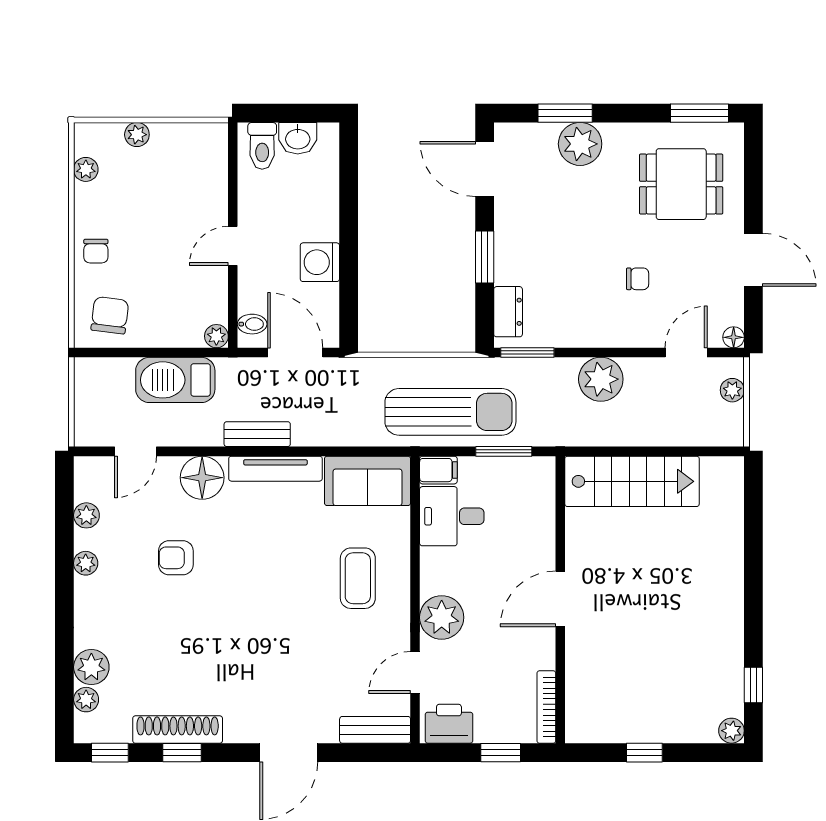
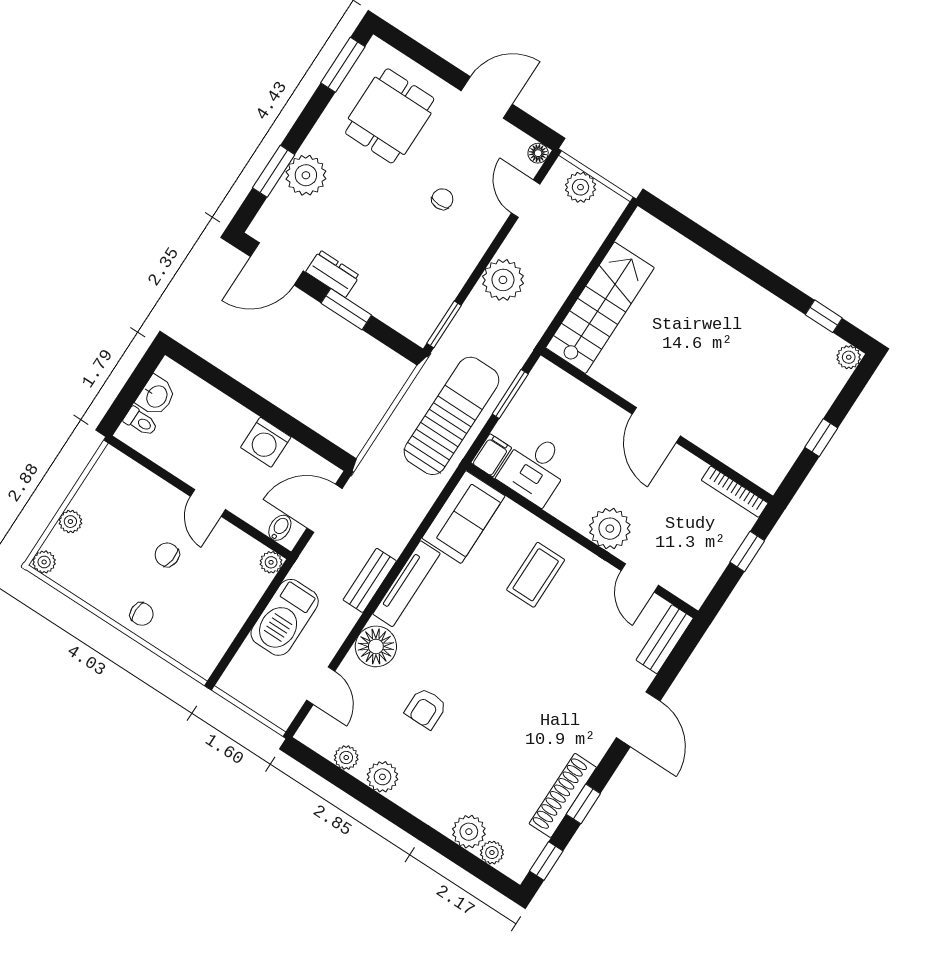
toilet: (262, 146) -> (141, 422), width x0.73, depth x0.72
plant: (86, 169) -> (44, 562), moved
dresser: (508, 312) -> (333, 274), moved
chair: (110, 315) -> (167, 555), moved, width x0.73, depth x0.73
plant: (732, 390) -> (580, 187), width x1.38, depth x1.38
plant: (86, 563) -> (382, 777), width x1.38, depth x1.38
coffee table: (358, 578) -> (536, 575), turned 90
printer: (449, 724) -> (698, 577), removed

